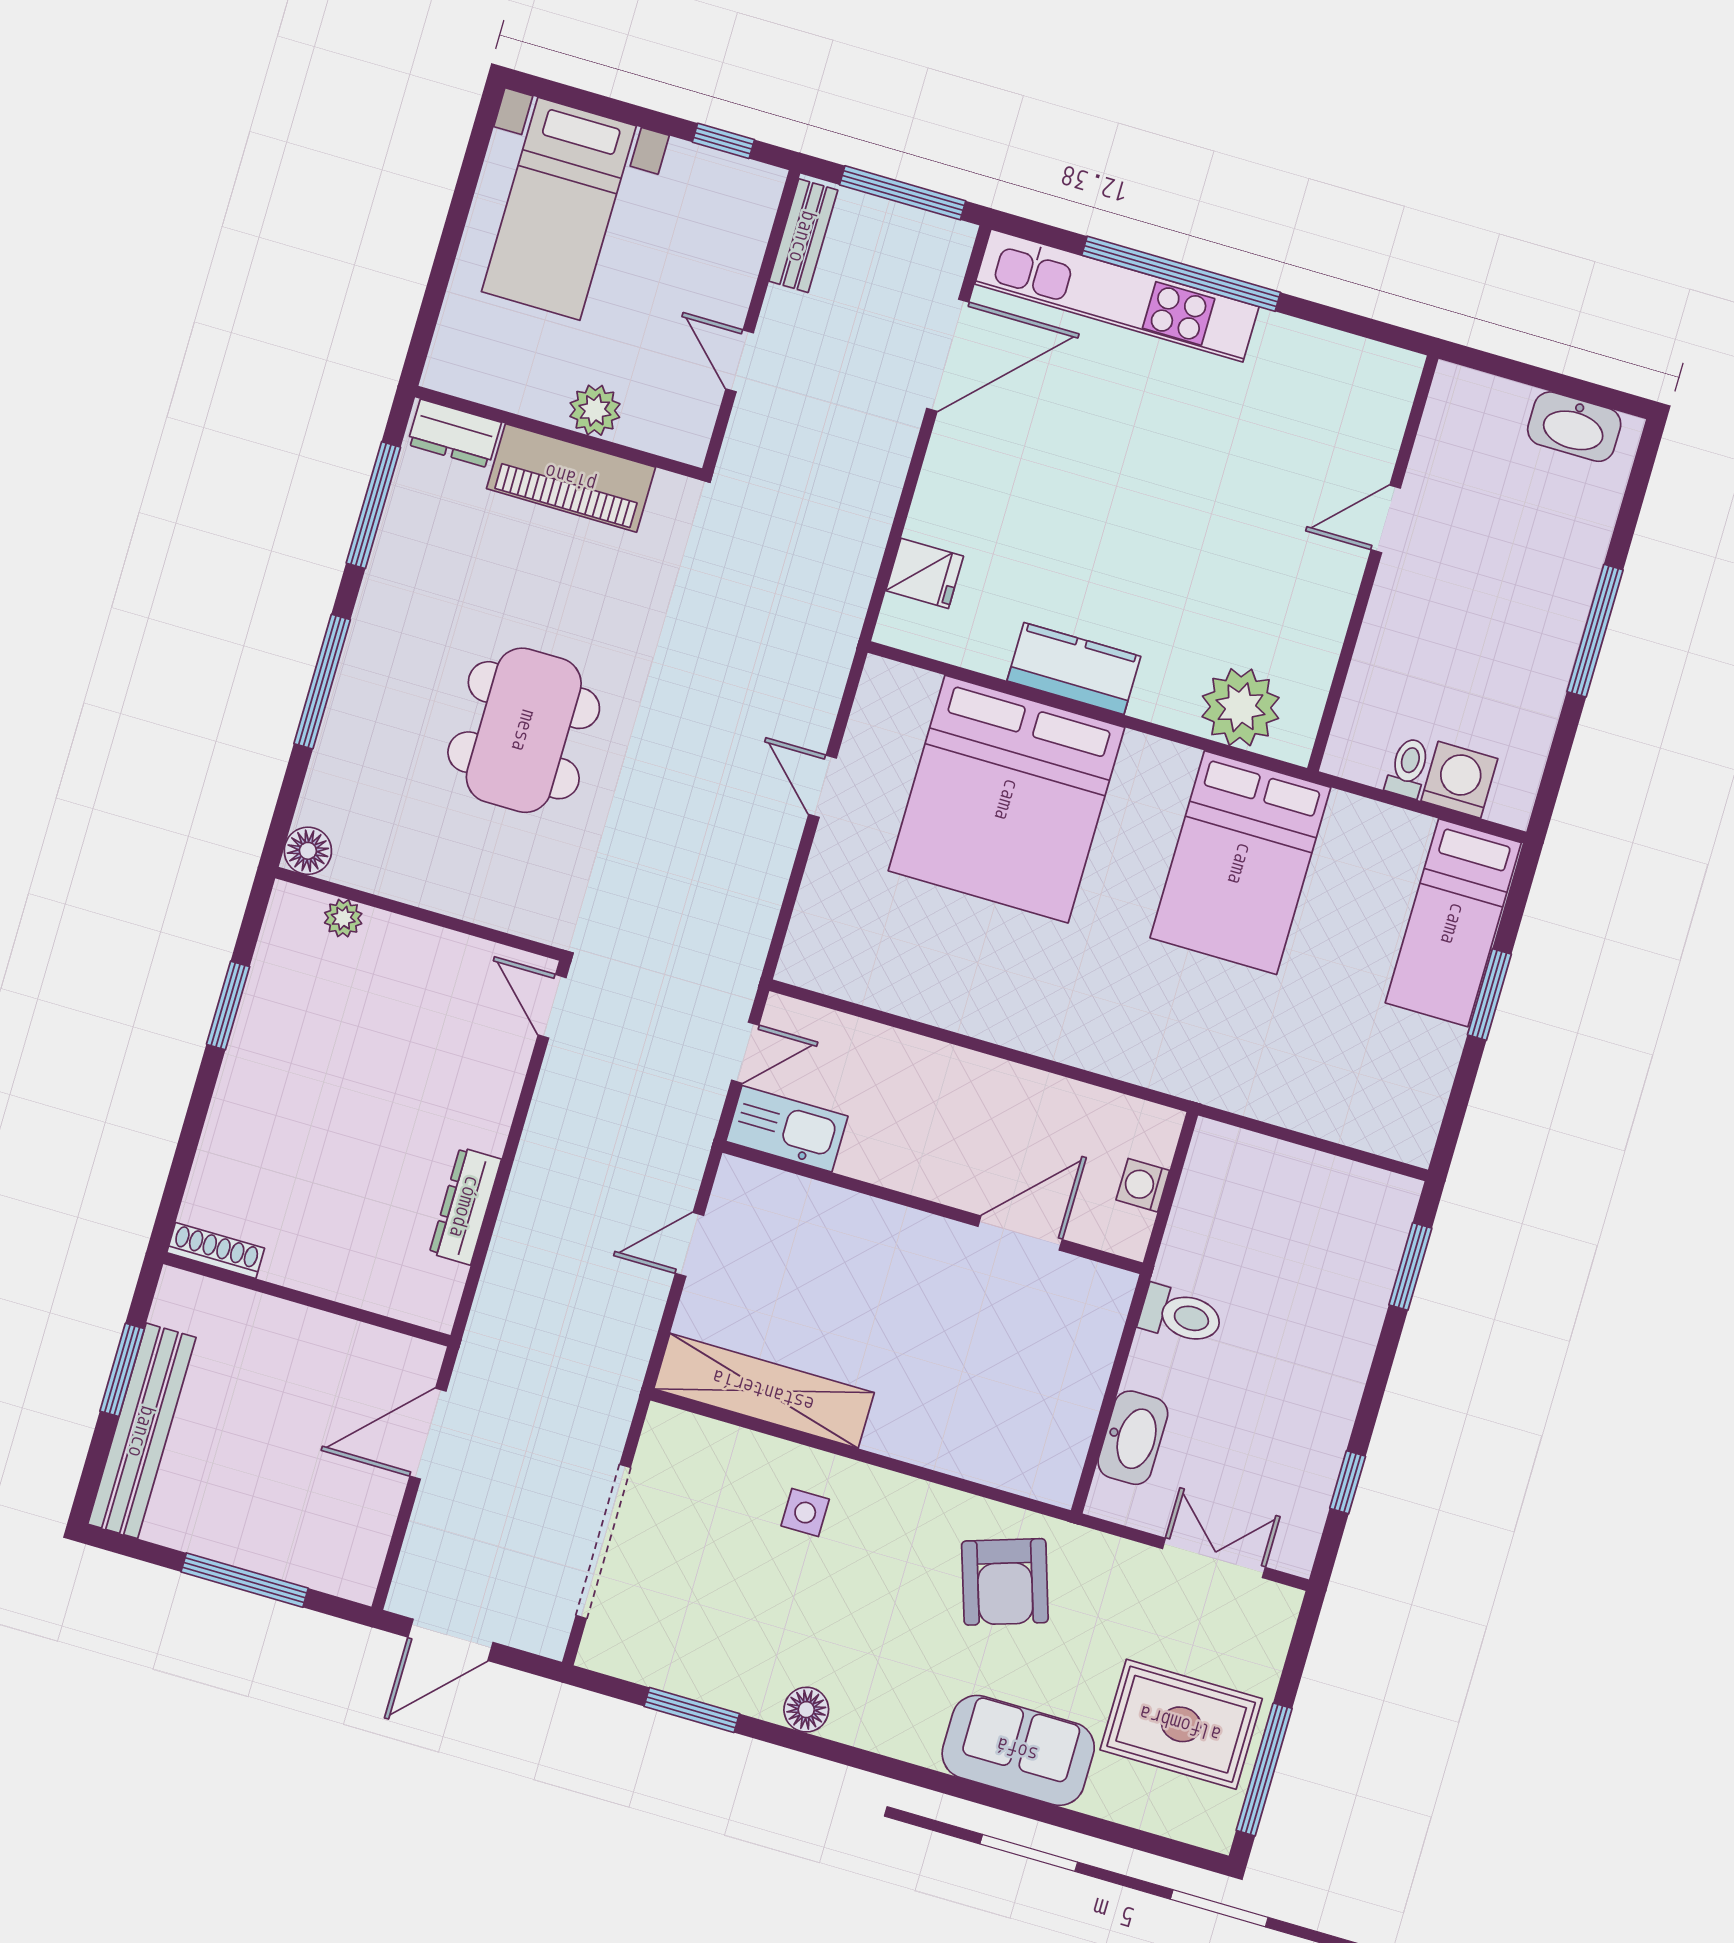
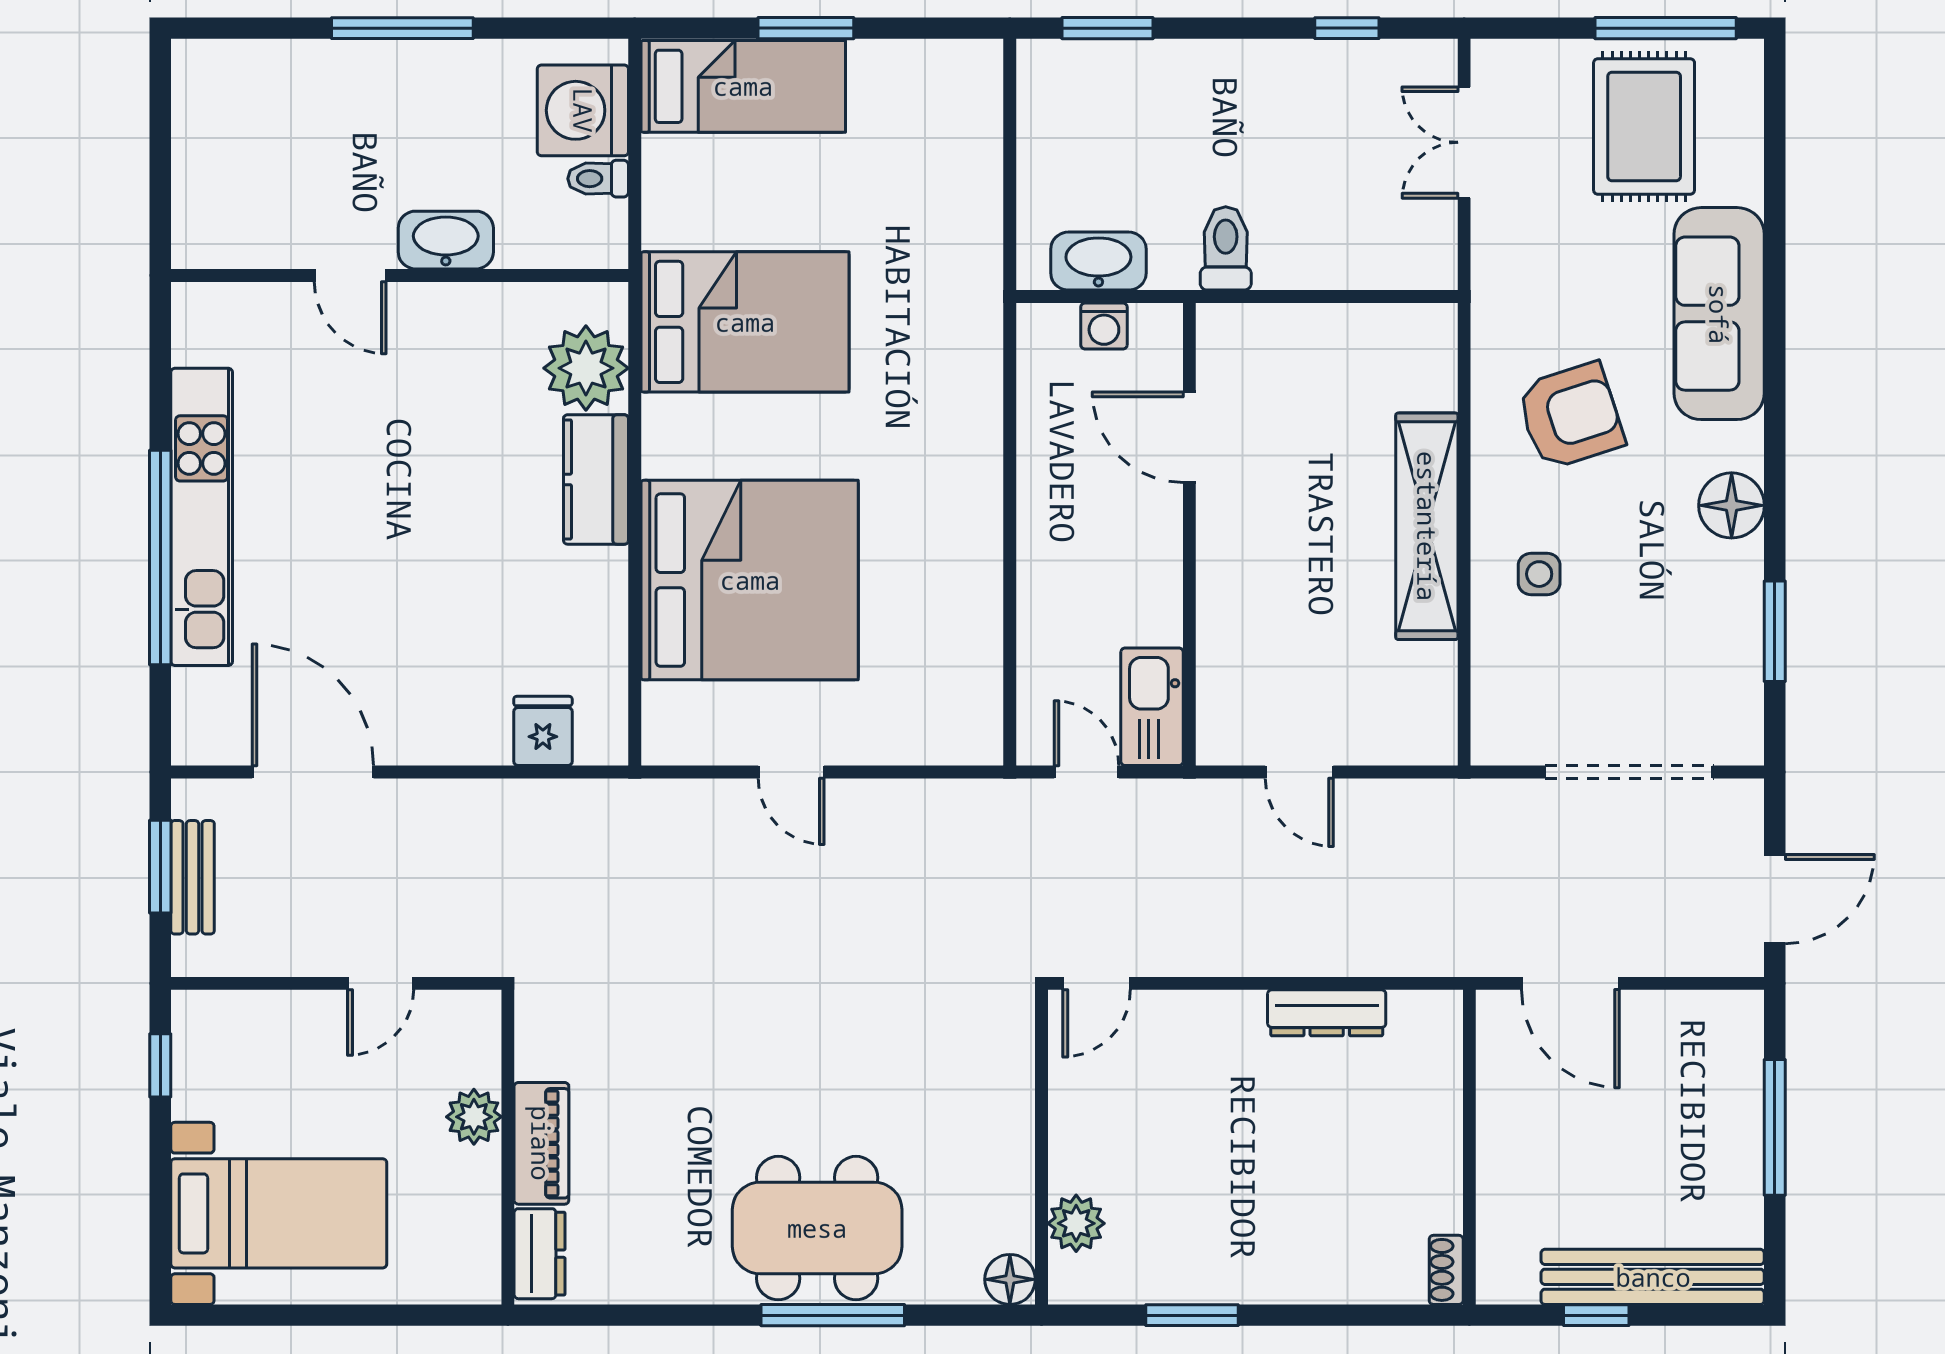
window: (903, 193) -> (160, 867), width x0.69
bench: (803, 236) -> (193, 877), moved, turned 90
kitchen unit: (1117, 295) -> (202, 517), moved
washbasin: (1574, 427) -> (446, 240), moved, turned -90
piano: (571, 478) -> (541, 1143), width x0.73, depth x0.75
window: (373, 505) -> (637, 1315), removed
kitchen counter: (1074, 669) -> (596, 479), moved
dining table: (524, 730) -> (817, 1228), moved
washing machine: (1459, 780) -> (583, 110), width x1.37, depth x1.37
door: (823, 786) -> (791, 772), hinge flipped
plant: (343, 918) -> (1076, 1223), width x1.38, depth x1.38
shoe rack: (216, 1250) -> (1446, 1270), width x0.70
window: (122, 1370) -> (1596, 1315), width x0.67
shelving: (764, 1391) -> (1427, 526), moved
washbasin: (1133, 1438) -> (1098, 261), moved
armchair: (1005, 1582) -> (1570, 416), moved
door: (450, 1640) -> (1775, 899), hinge flipped
floor lamp: (806, 1710) -> (1732, 505), width x1.38, depth x1.38
sofa: (1018, 1750) -> (1719, 314), width x1.36

